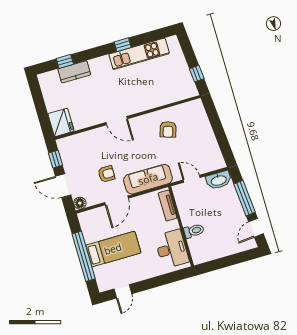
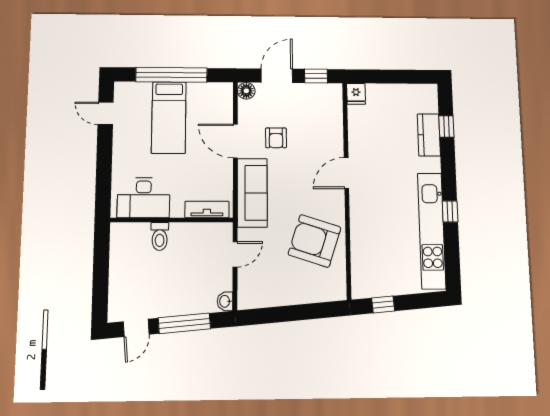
kitchen unit: (139, 54) -> (432, 231), width x1.36
fridge: (61, 122) -> (356, 94), width x0.53, depth x0.75
armchair: (168, 129) -> (315, 241), width x1.88, depth x1.88
washbasin: (219, 180) -> (225, 301), width x0.52, depth x0.69
door: (256, 228) -> (136, 328), swing flipped

